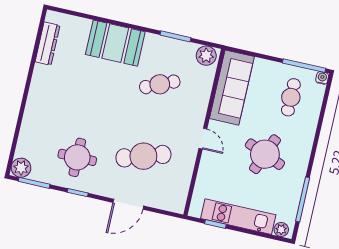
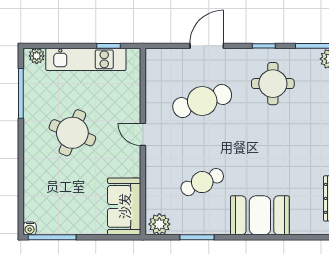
sofa: (232, 88) -> (124, 206), width x0.73
cafe table: (291, 97) -> (58, 200), removed

